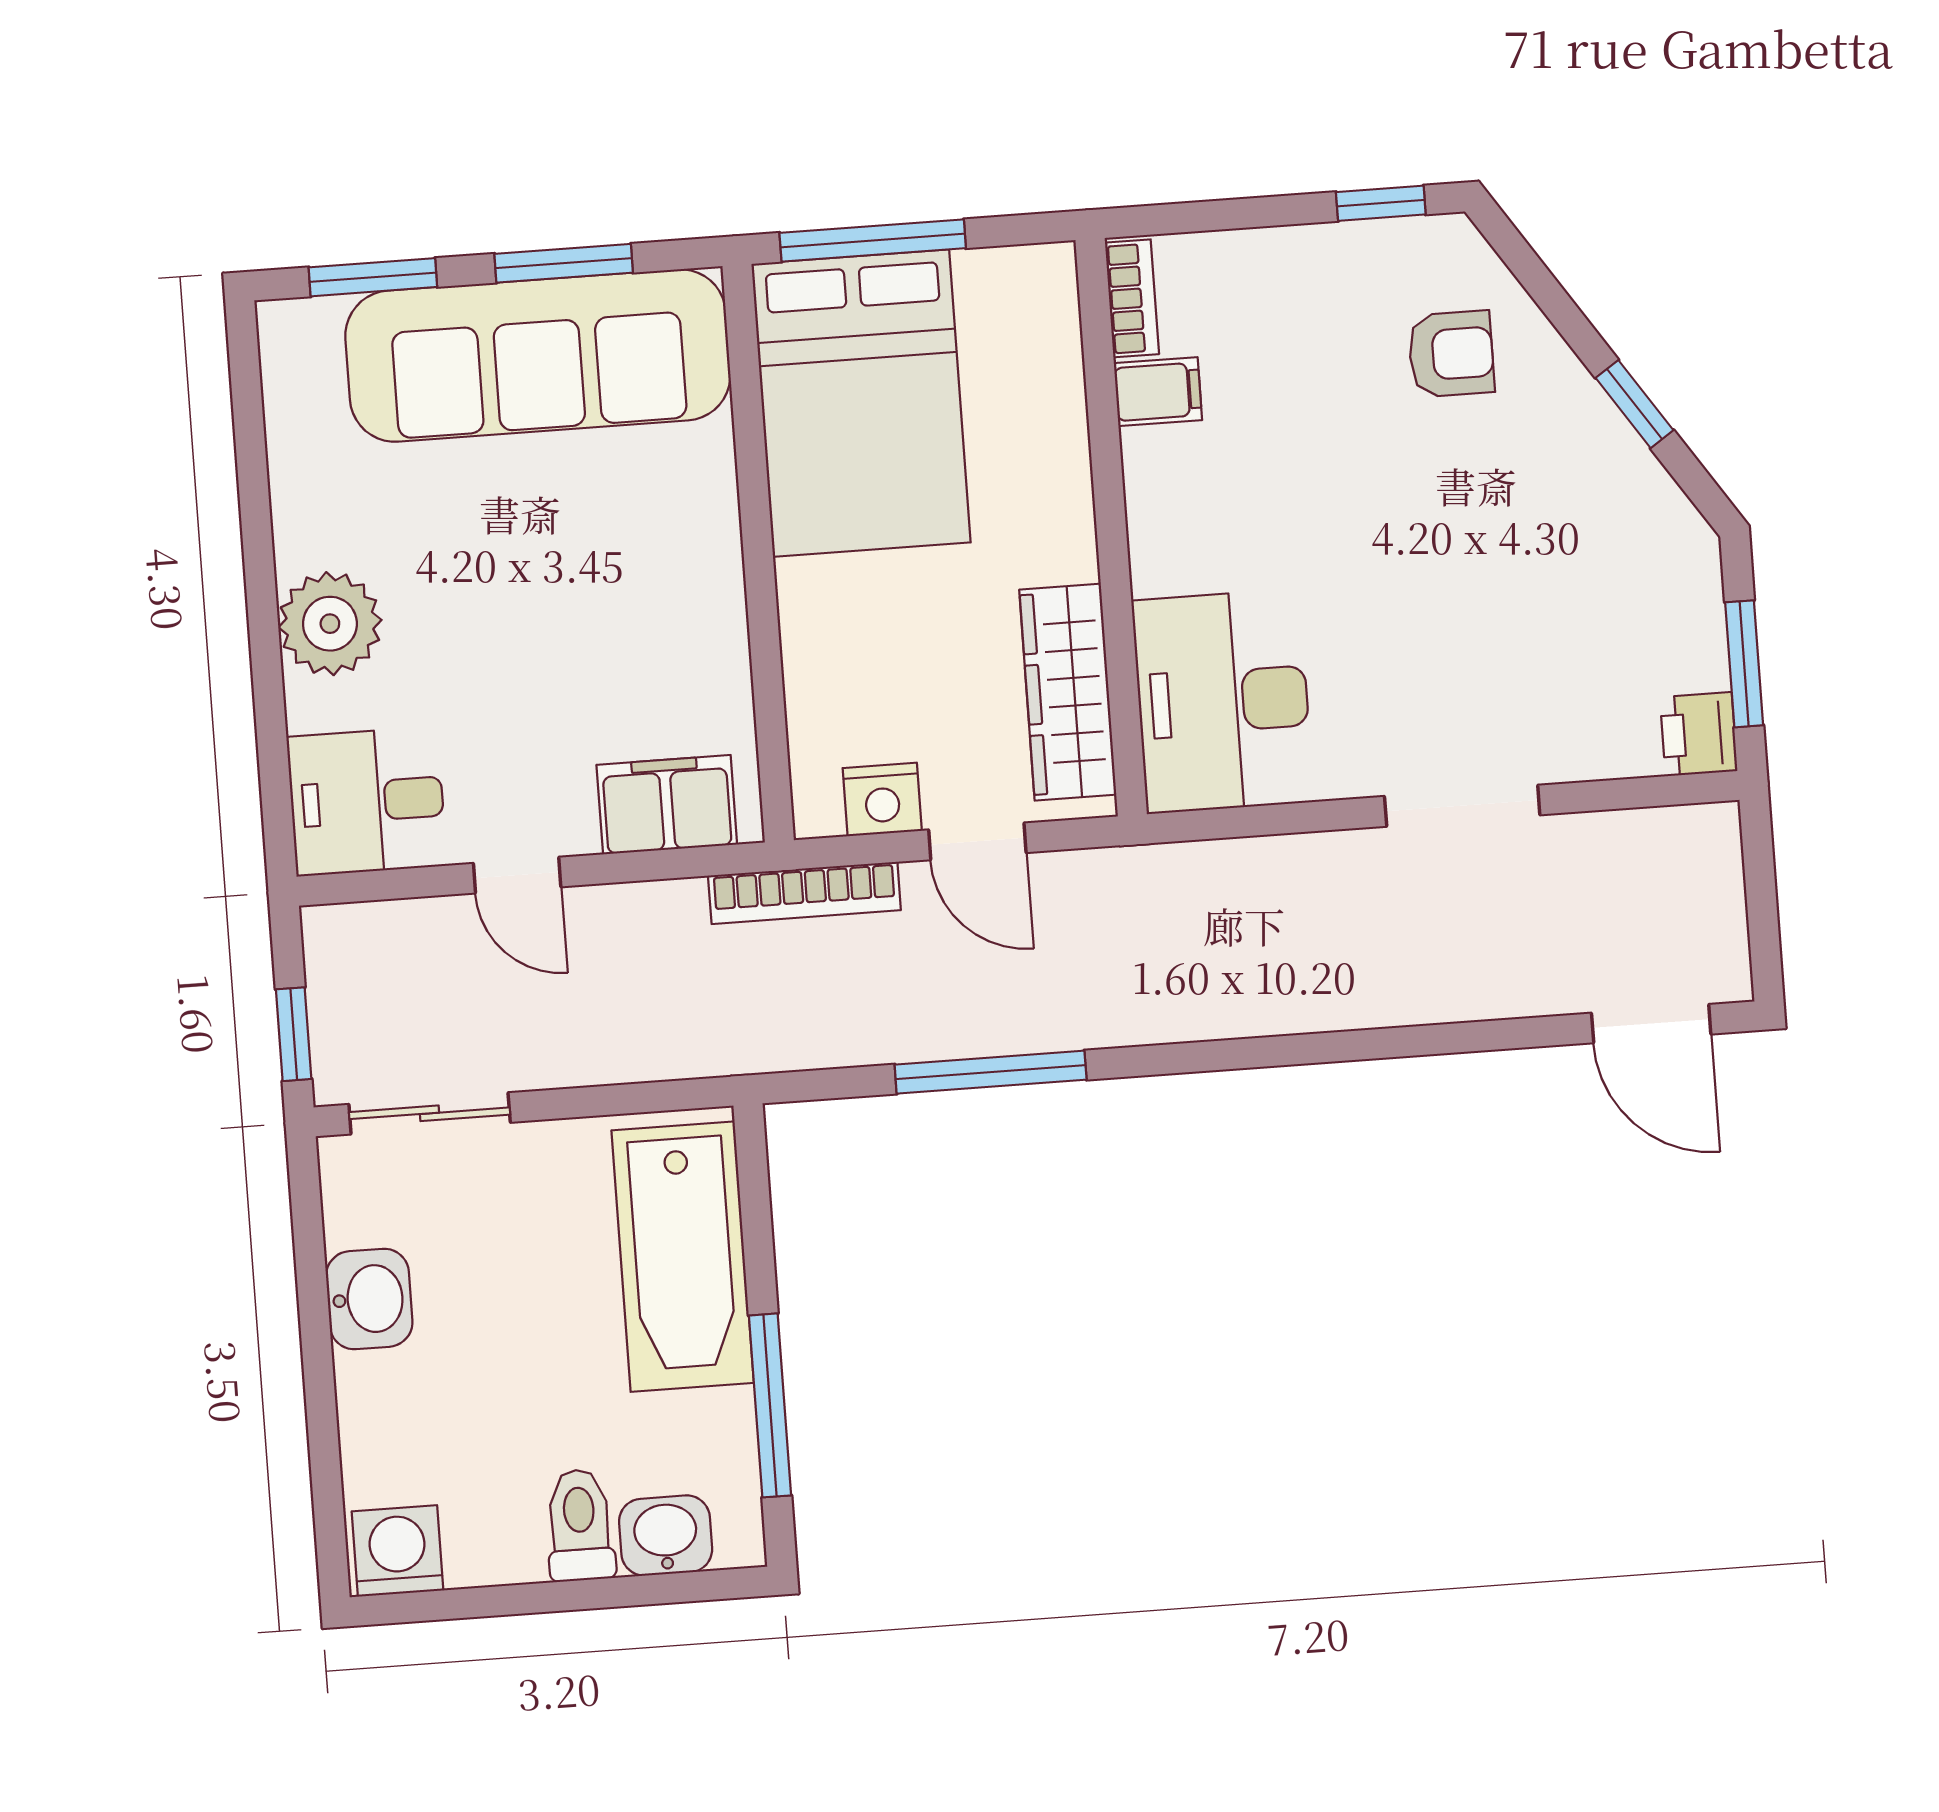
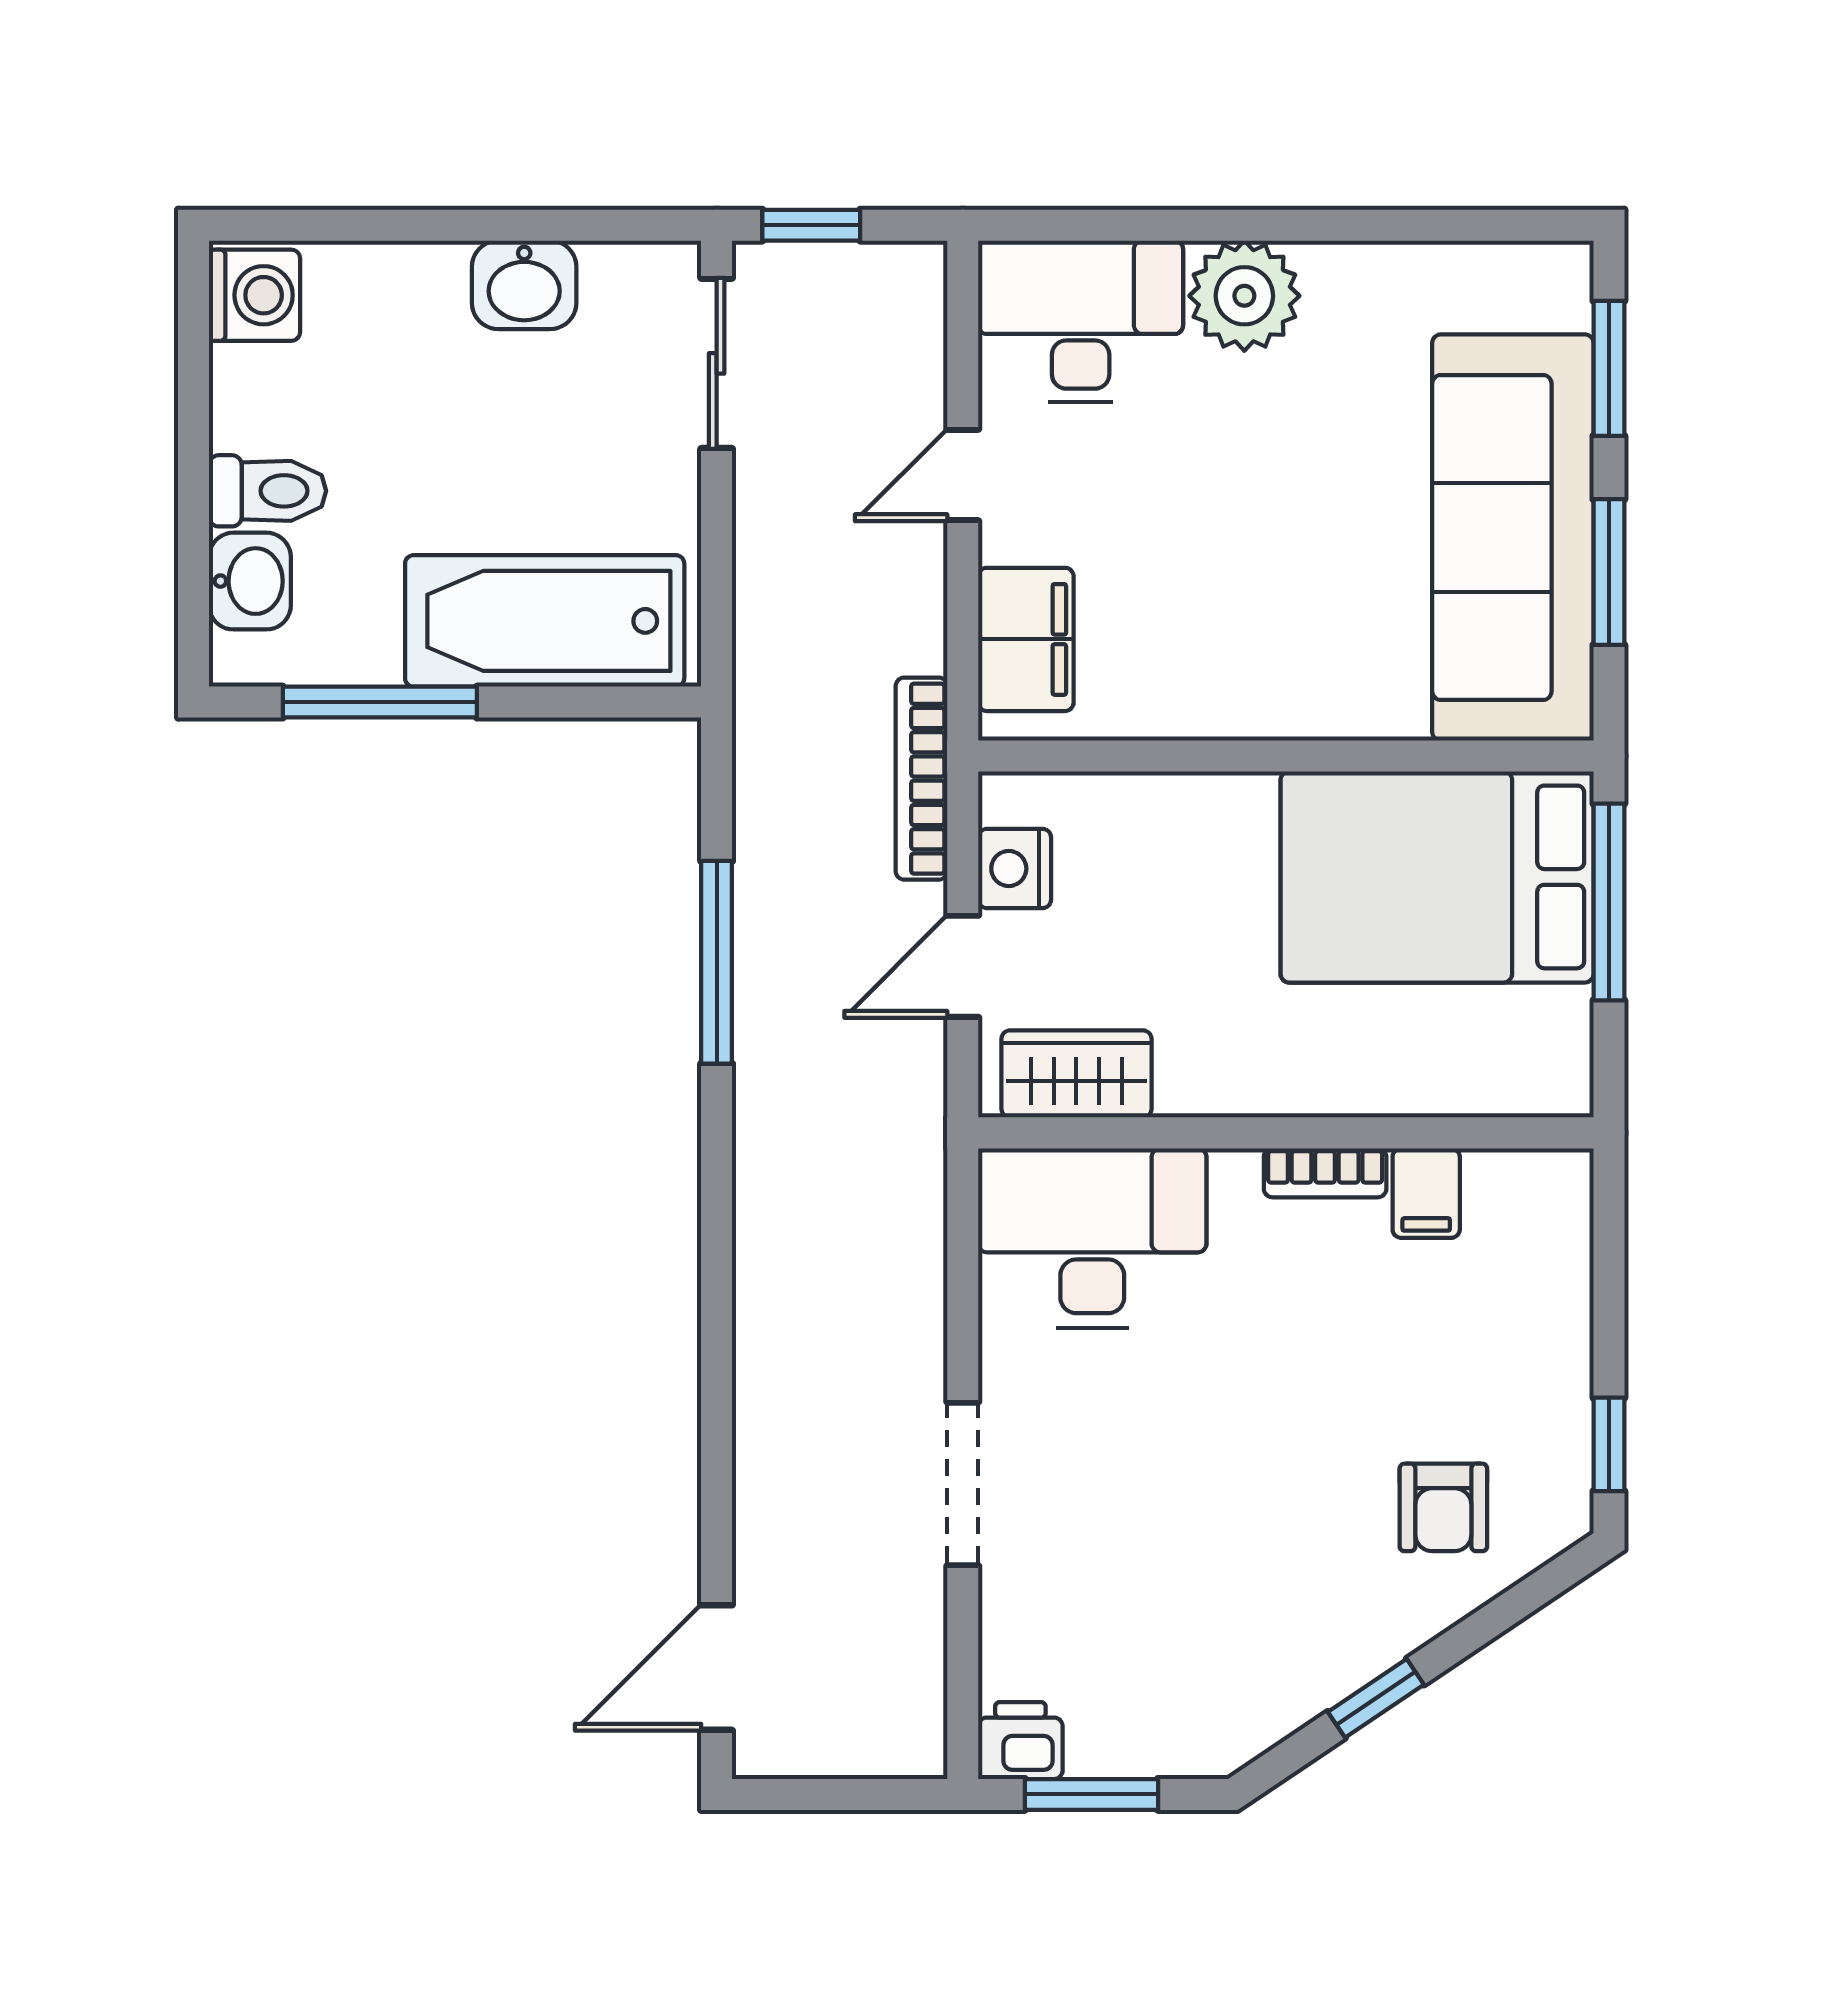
bookcase: (1132, 298) -> (1325, 1173), moved
wardrobe: (1068, 692) -> (1076, 1074), width x0.67
desk: (367, 801) -> (1081, 321), width x1.37

